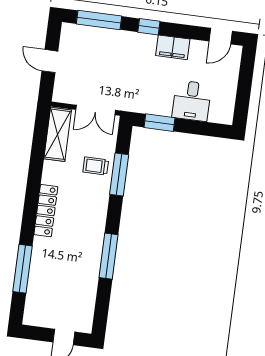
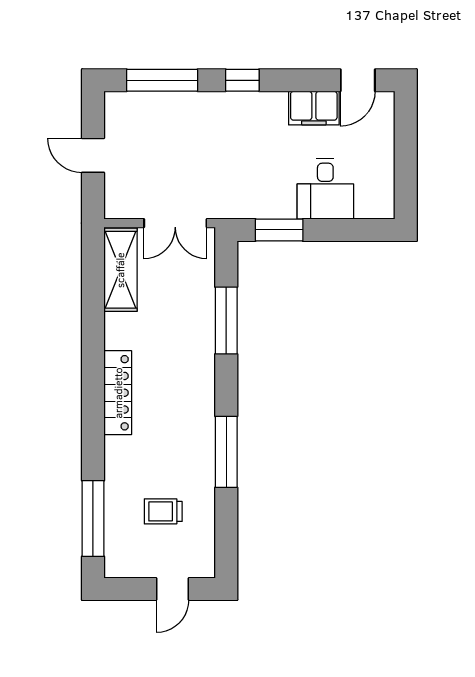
filing cabinet: (173, 47) -> (314, 108), moved
trolley: (96, 166) -> (163, 511), moved
window: (23, 269) -> (93, 519), moved

